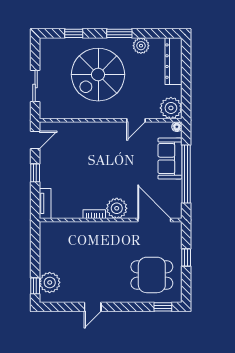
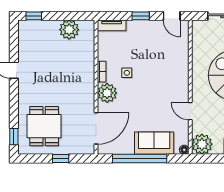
side table: (95, 187) -> (127, 73), added
plant: (50, 282) -> (69, 30), moved

